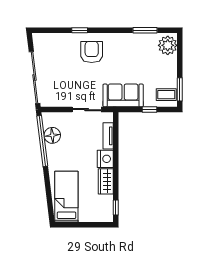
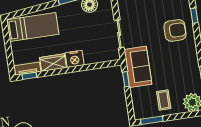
coffee table: (166, 95) -> (164, 100), moved
window: (150, 110) -> (126, 79), moved
tv unit: (108, 136) -> (27, 69), moved

